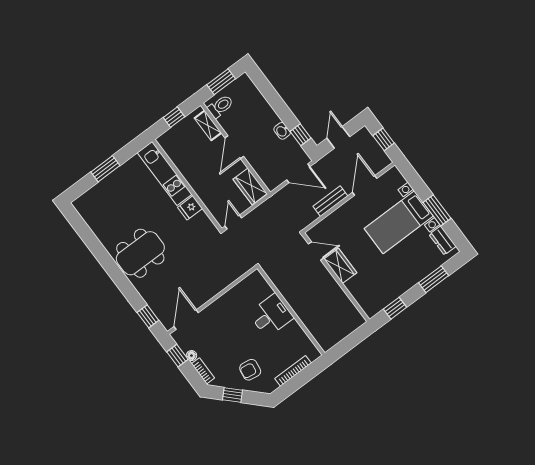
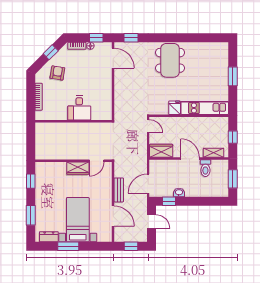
toilet: (221, 106) -> (205, 168), moved

